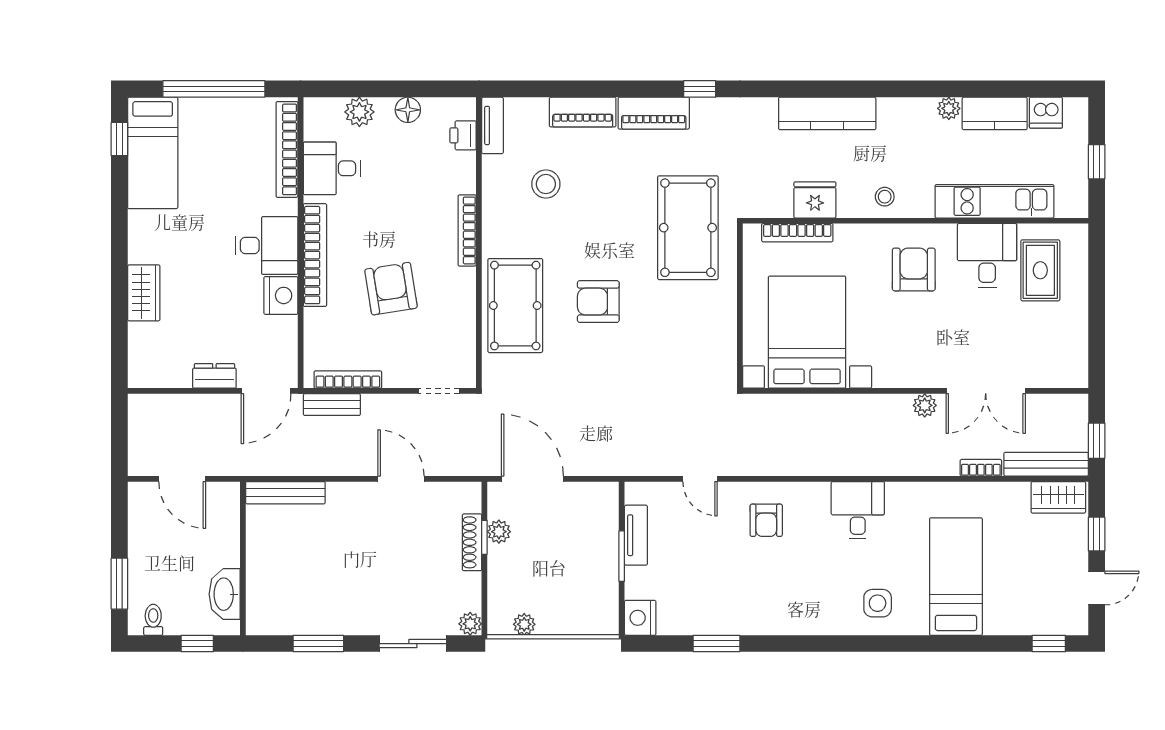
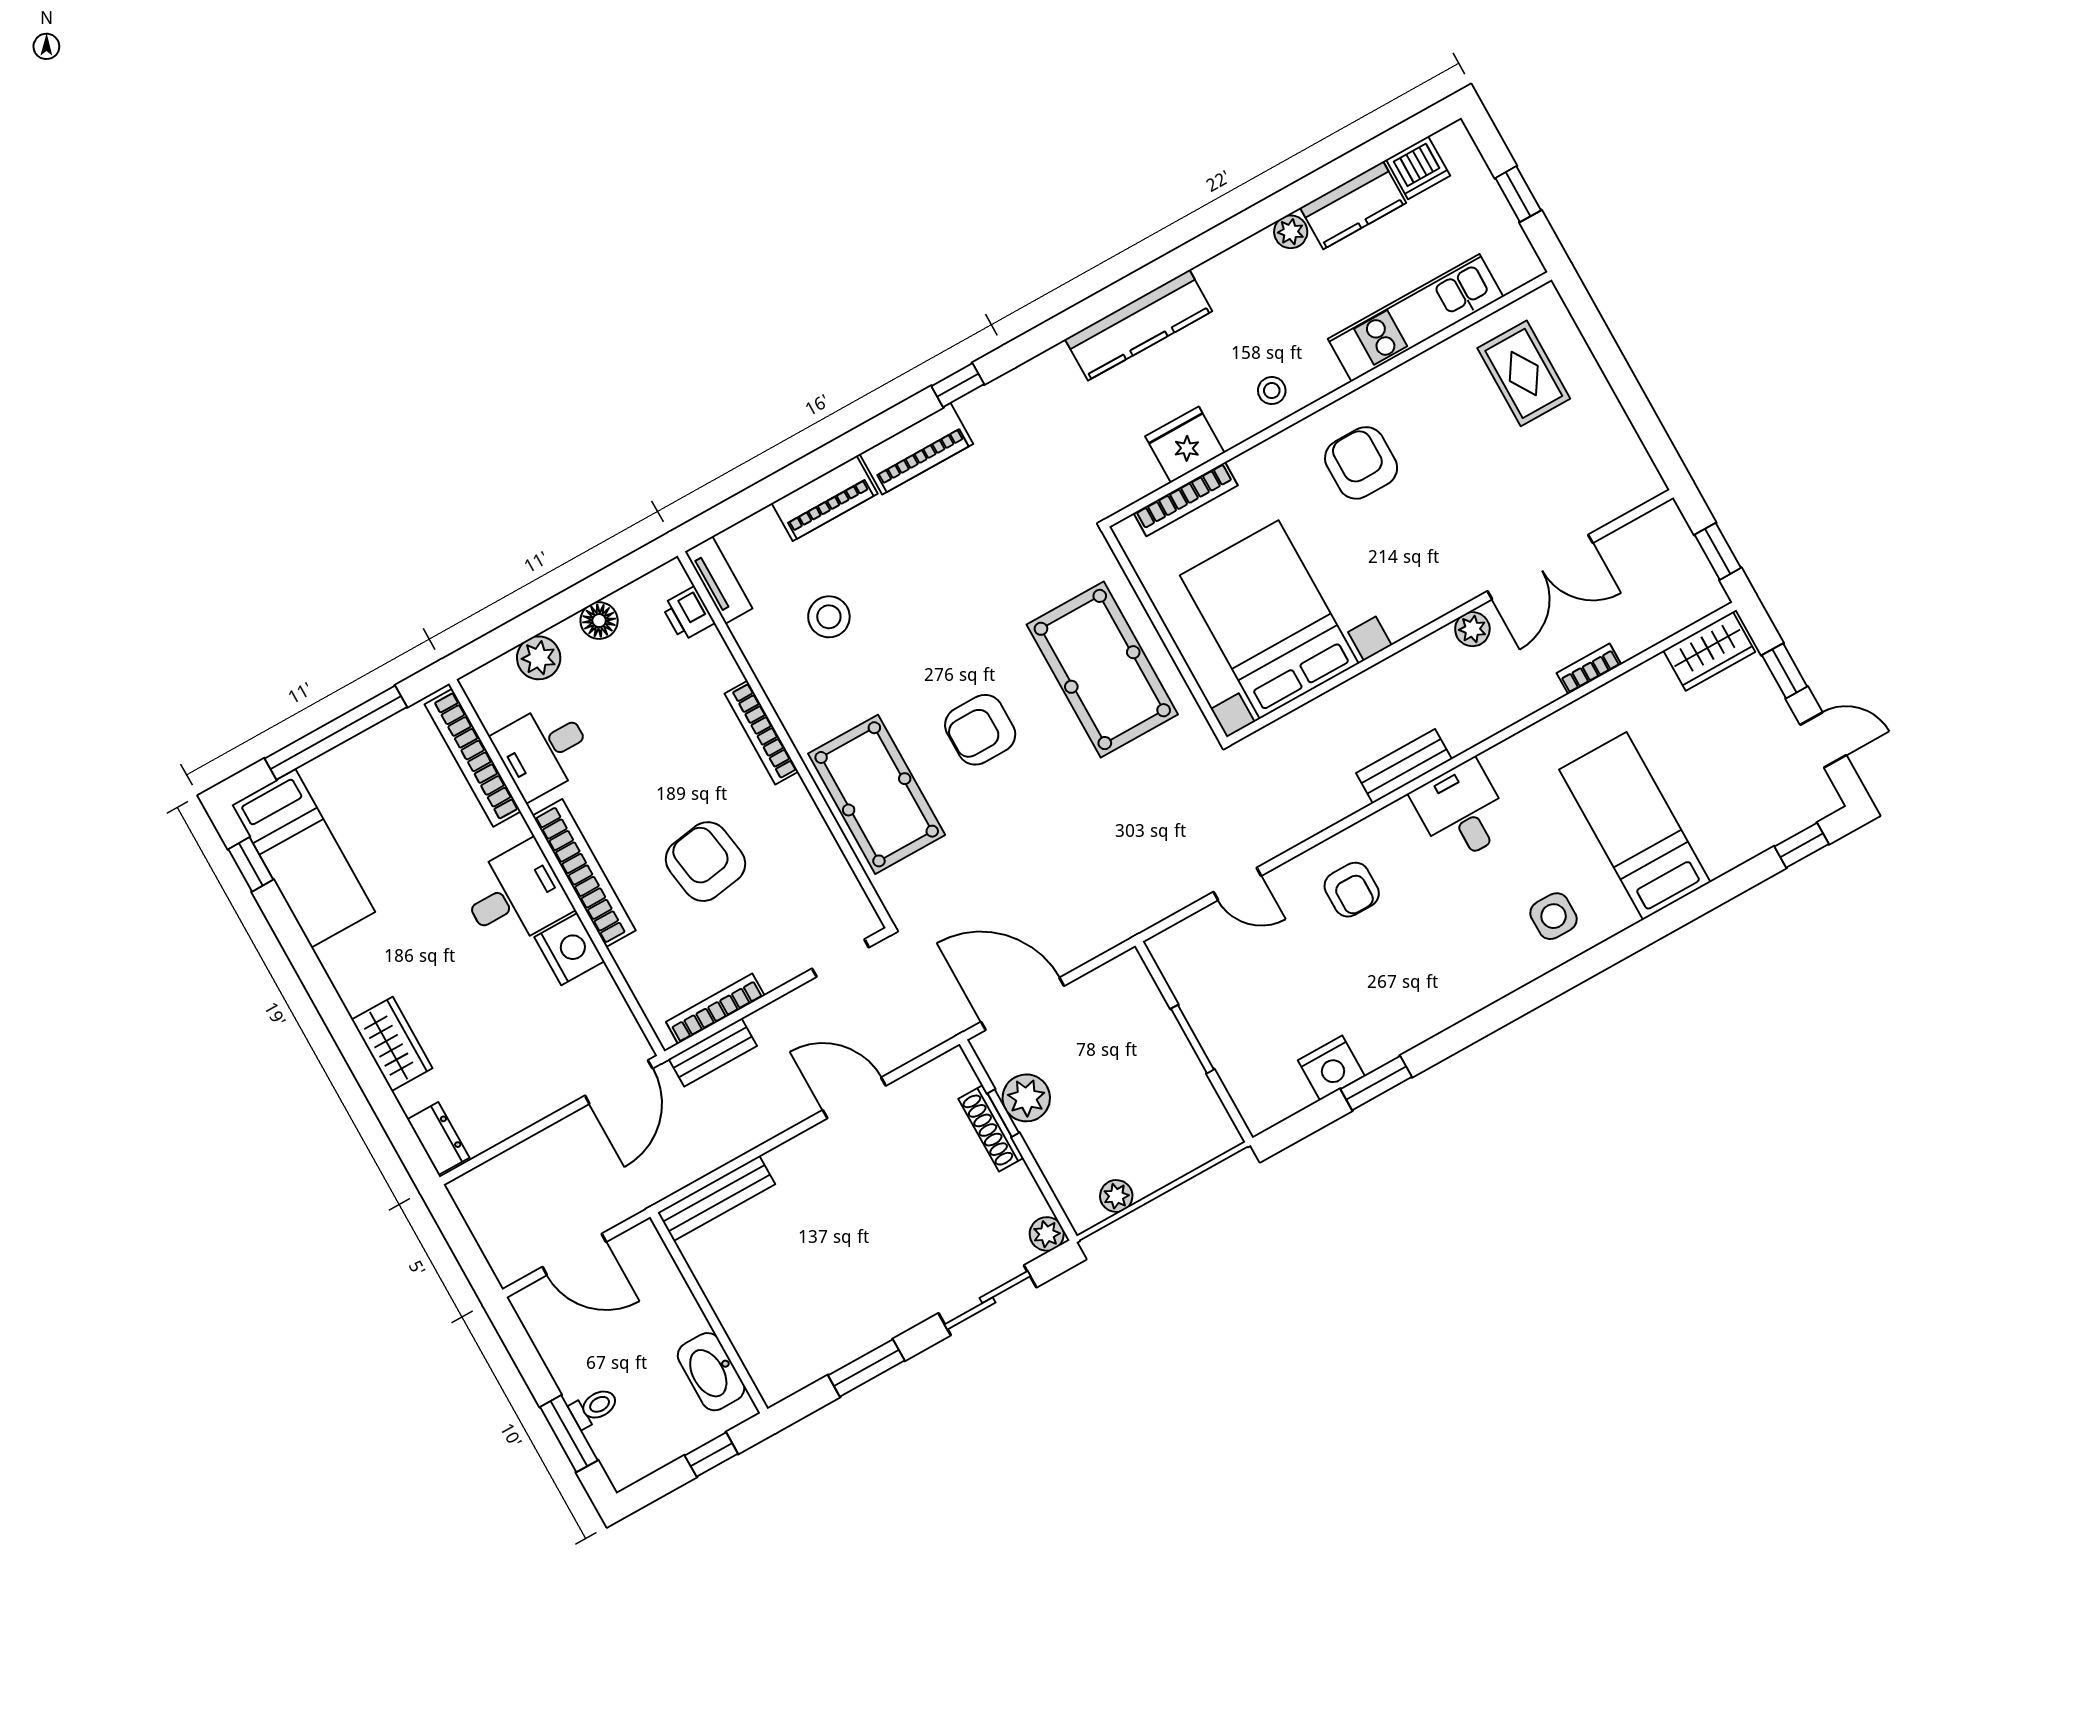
pool table: (688, 228) -> (1102, 669), moved
desk: (987, 255) -> (1445, 393), removed
dresser: (214, 376) -> (438, 1139), moved, turned 90
bench: (1046, 464) -> (1404, 766), moved, width x0.73
plant: (499, 532) -> (1026, 1098), width x1.38, depth x1.38
tv unit: (636, 535) -> (1195, 1002), removed
door: (1097, 588) -> (1823, 740), hinge flipped
nightstand: (640, 618) -> (1331, 1068), moved, turned -90
toilet: (153, 620) -> (594, 1407), moved, turned 90

